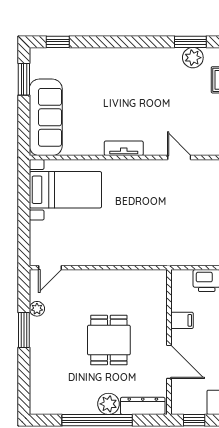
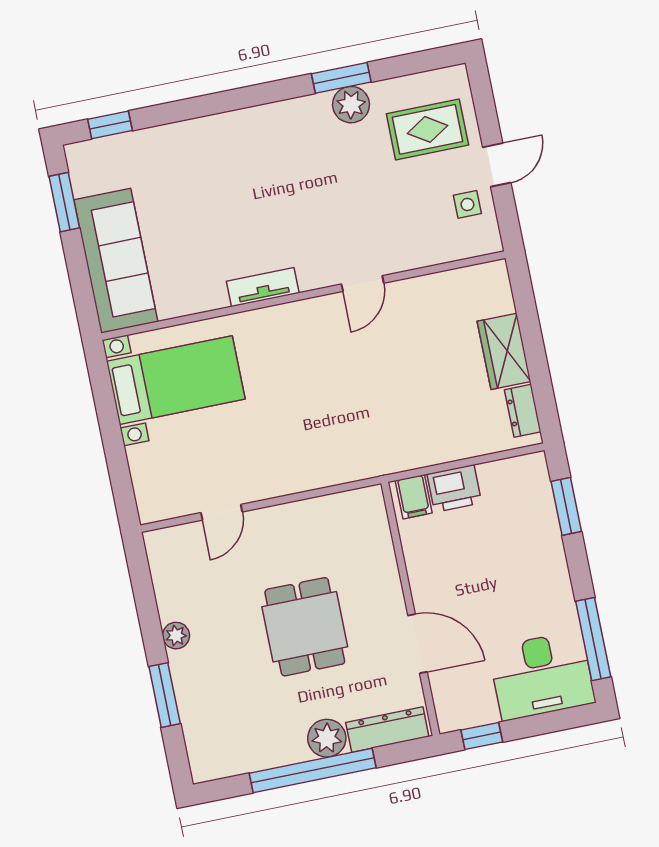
door: (179, 157) -> (363, 284), swing flipped
door: (50, 268) -> (222, 512), moved
plant: (37, 309) -> (176, 636), moved
filing cabinet: (182, 320) -> (414, 497), moved, turned 90
window: (24, 330) -> (165, 695), moved

